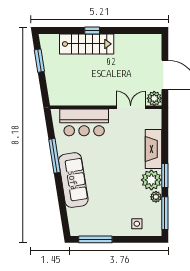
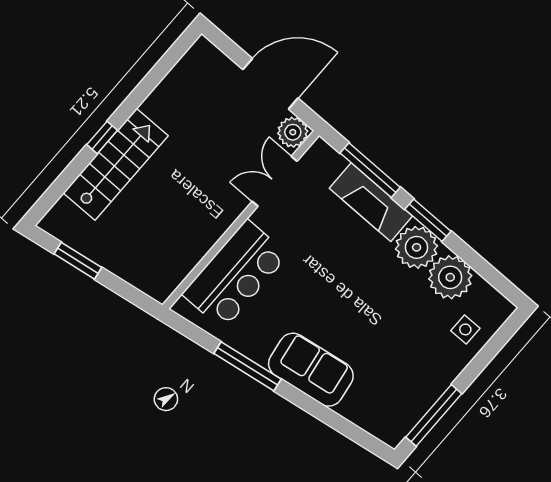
sofa: (73, 180) -> (311, 370), width x0.73
plant: (156, 197) -> (450, 277), width x1.88, depth x1.88
window: (165, 213) -> (370, 170), moved

